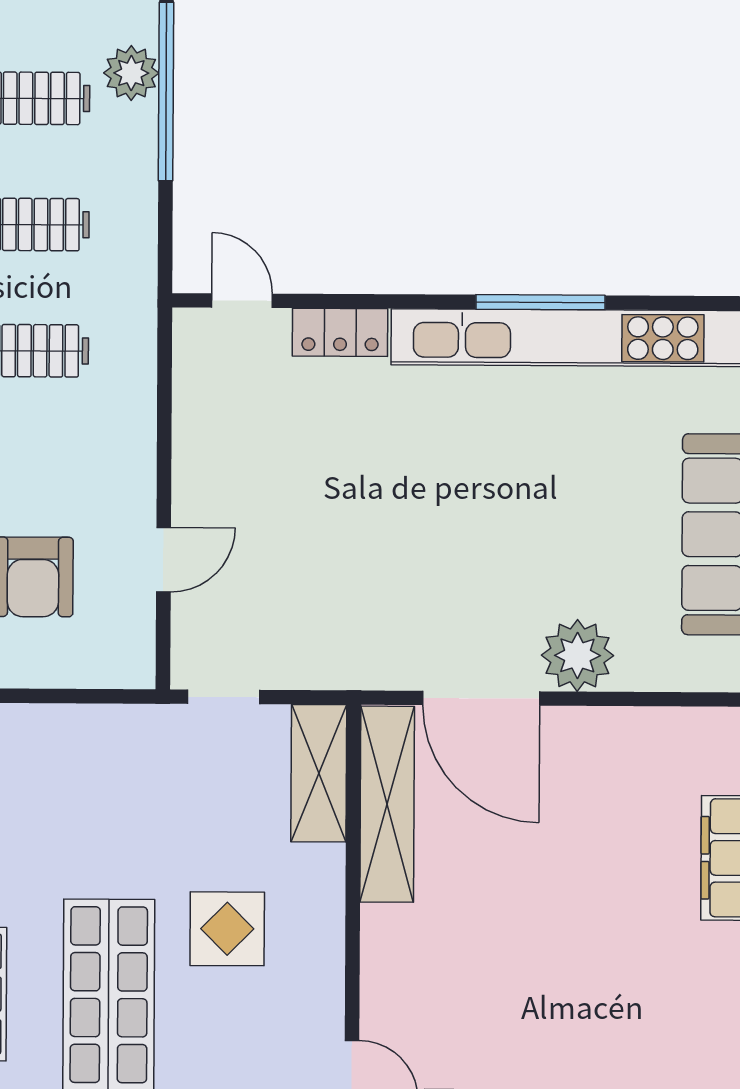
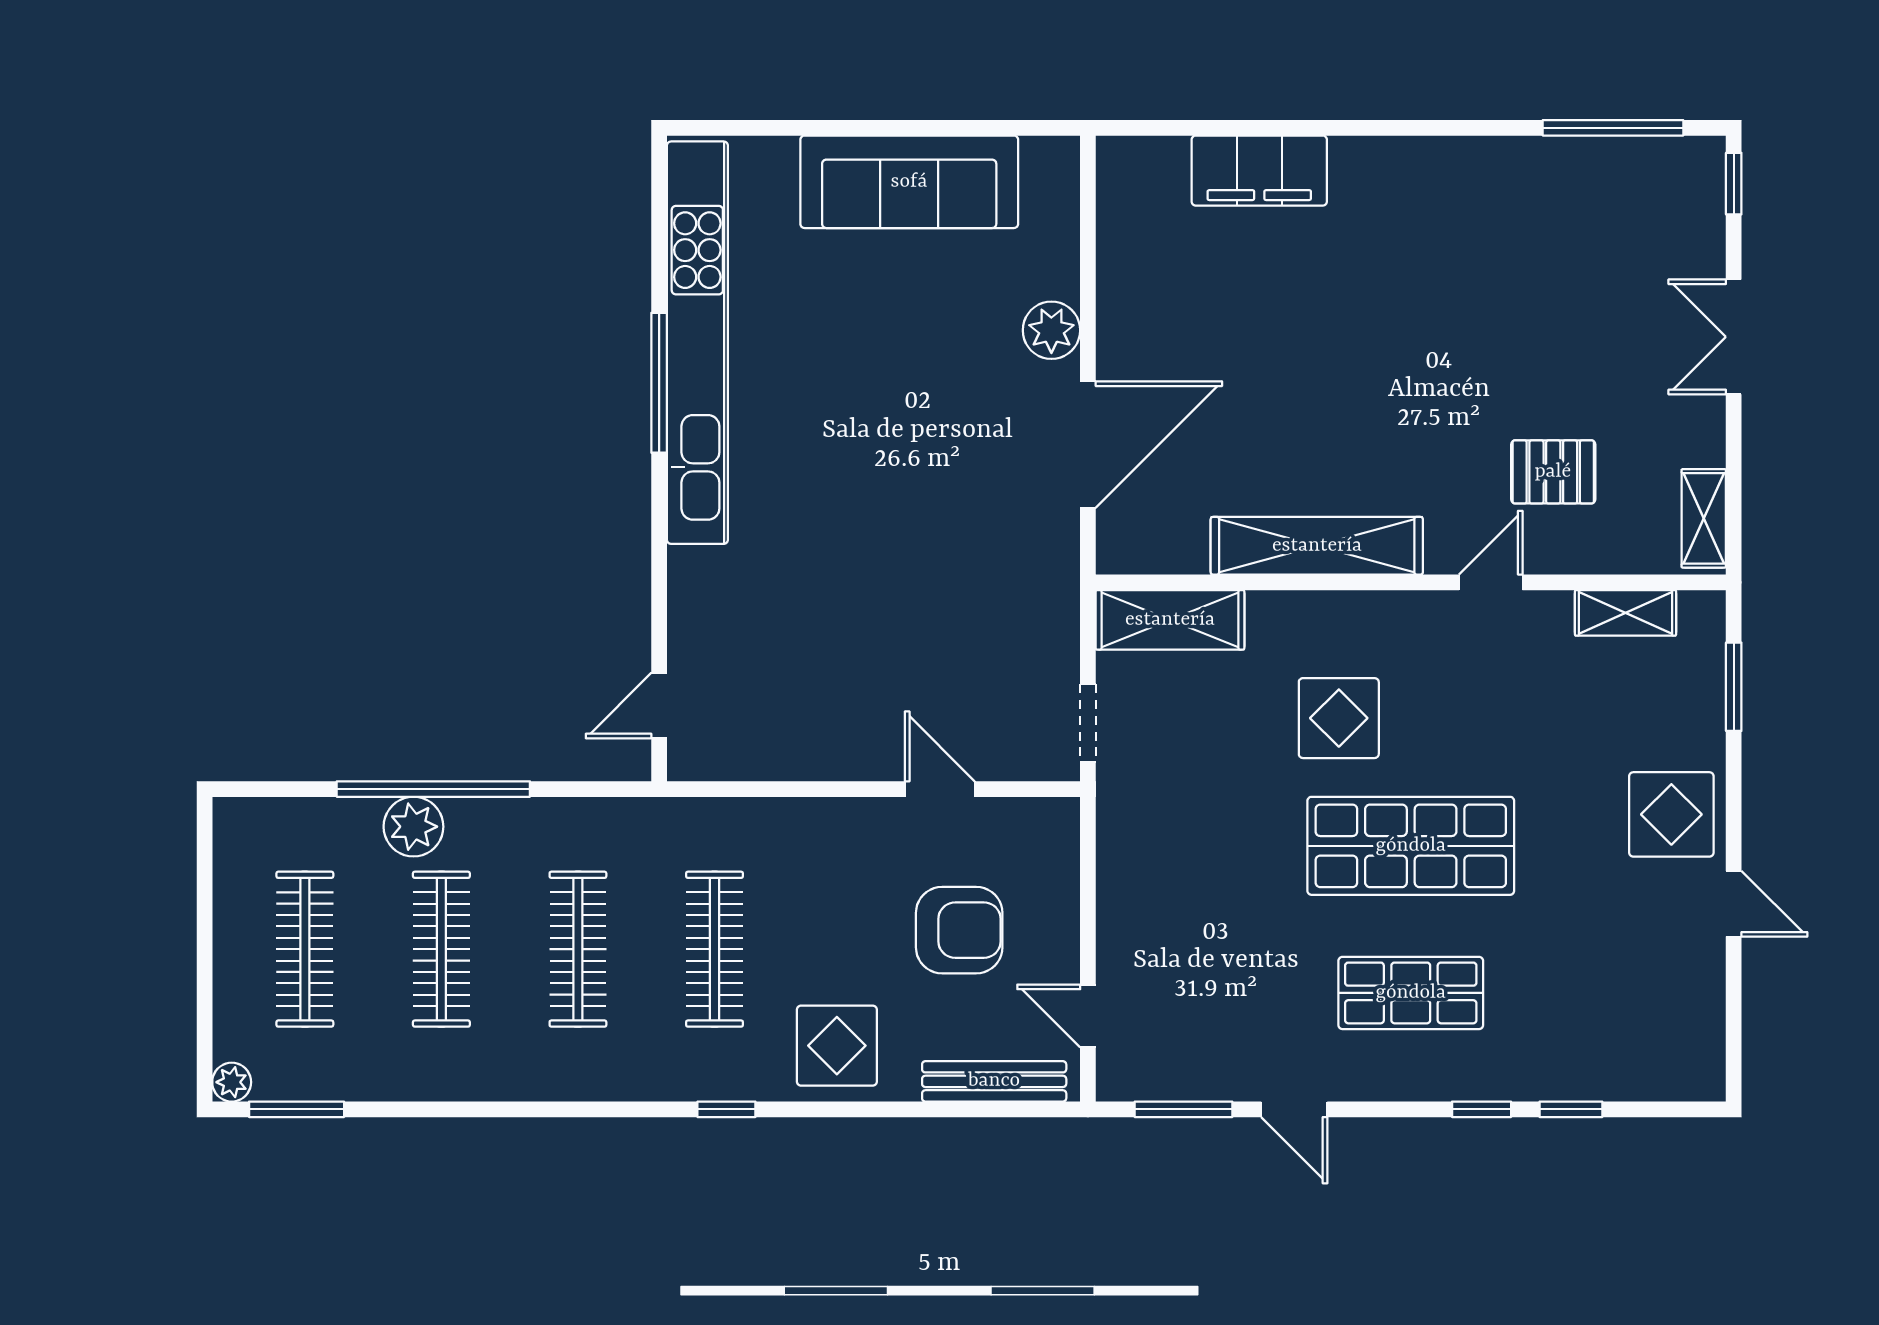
locker: (340, 332) -> (693, 599), removed
plant: (577, 655) -> (1051, 330), width x0.73, depth x0.73
shelving: (387, 804) -> (1317, 546), moved

